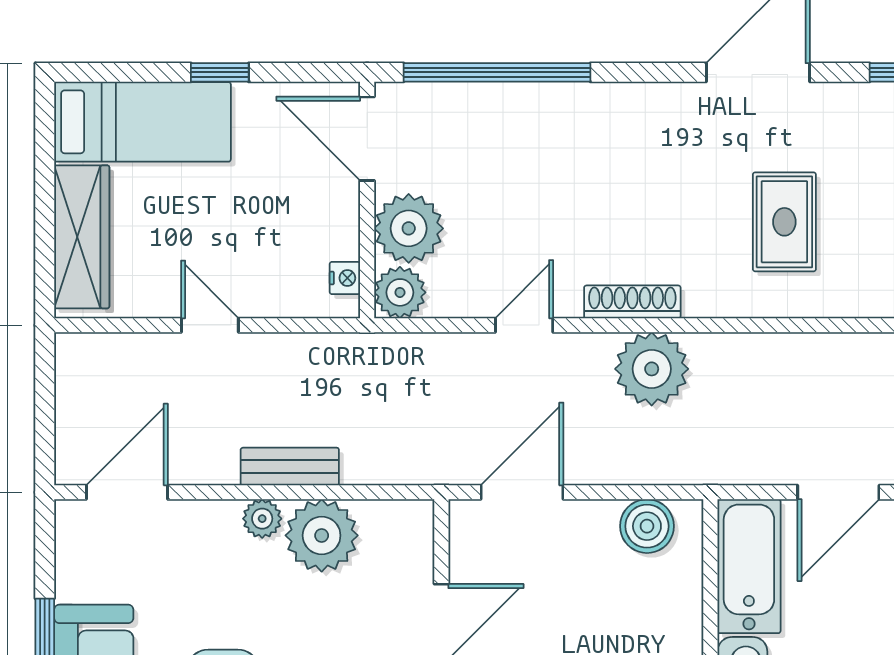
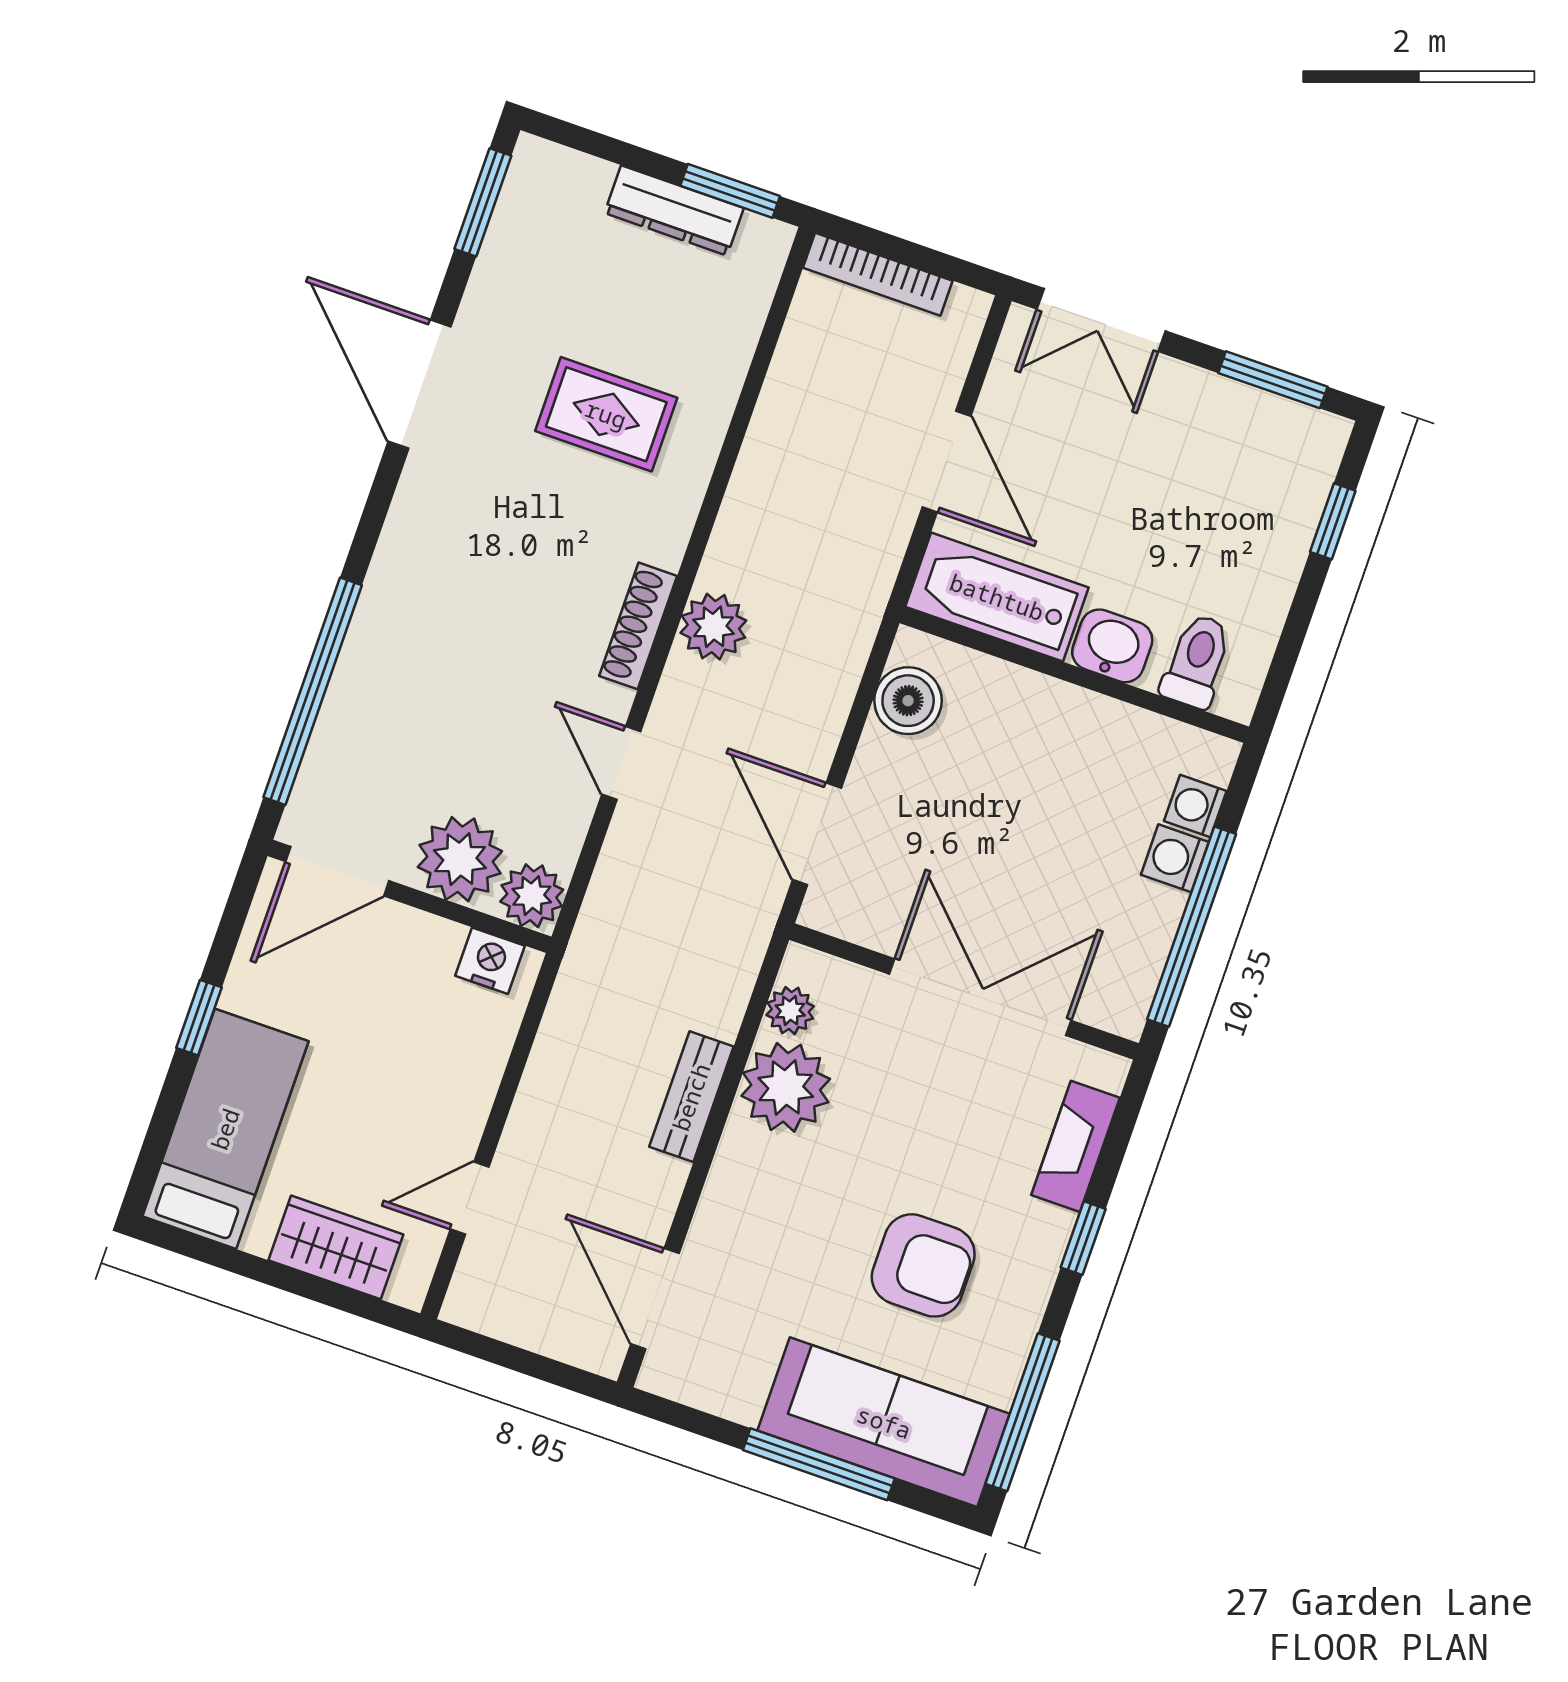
wardrobe: (82, 237) -> (336, 1247), width x0.67
nightstand: (345, 278) -> (490, 961), width x1.39, depth x1.35
door: (210, 325) -> (470, 1198), moved
plant: (652, 369) -> (713, 627), width x0.73, depth x0.73
plant: (262, 519) -> (790, 1011), moved

